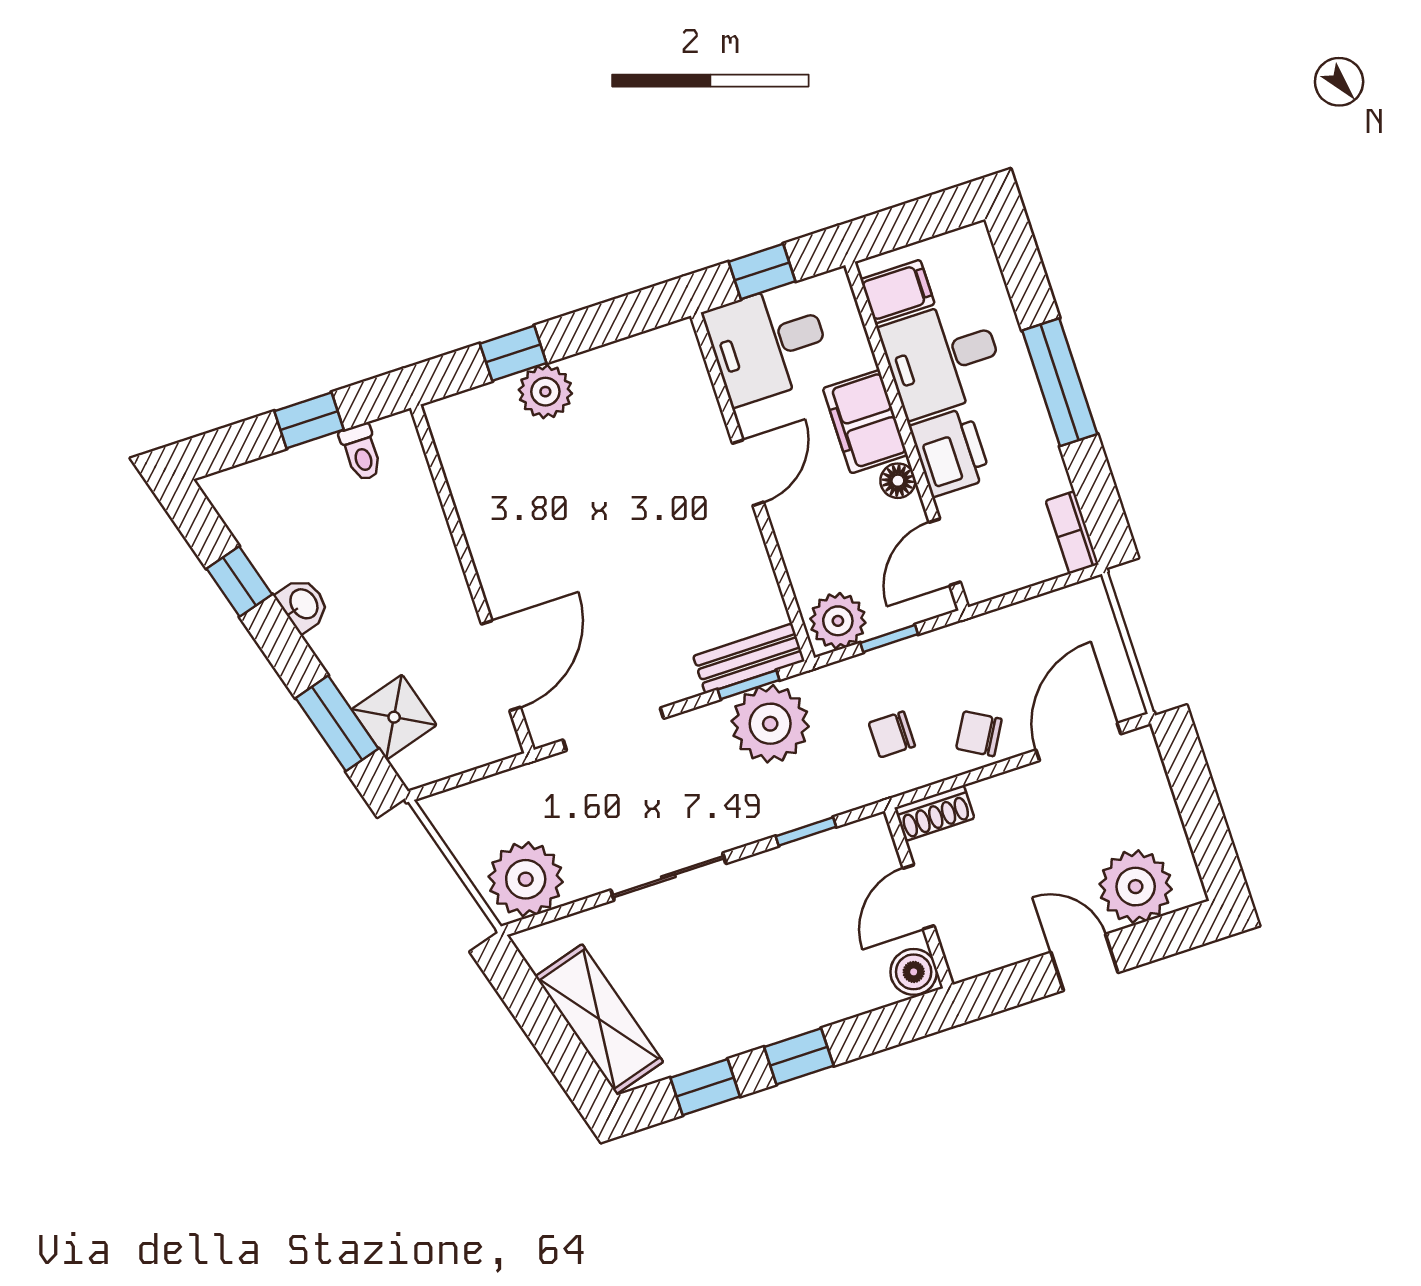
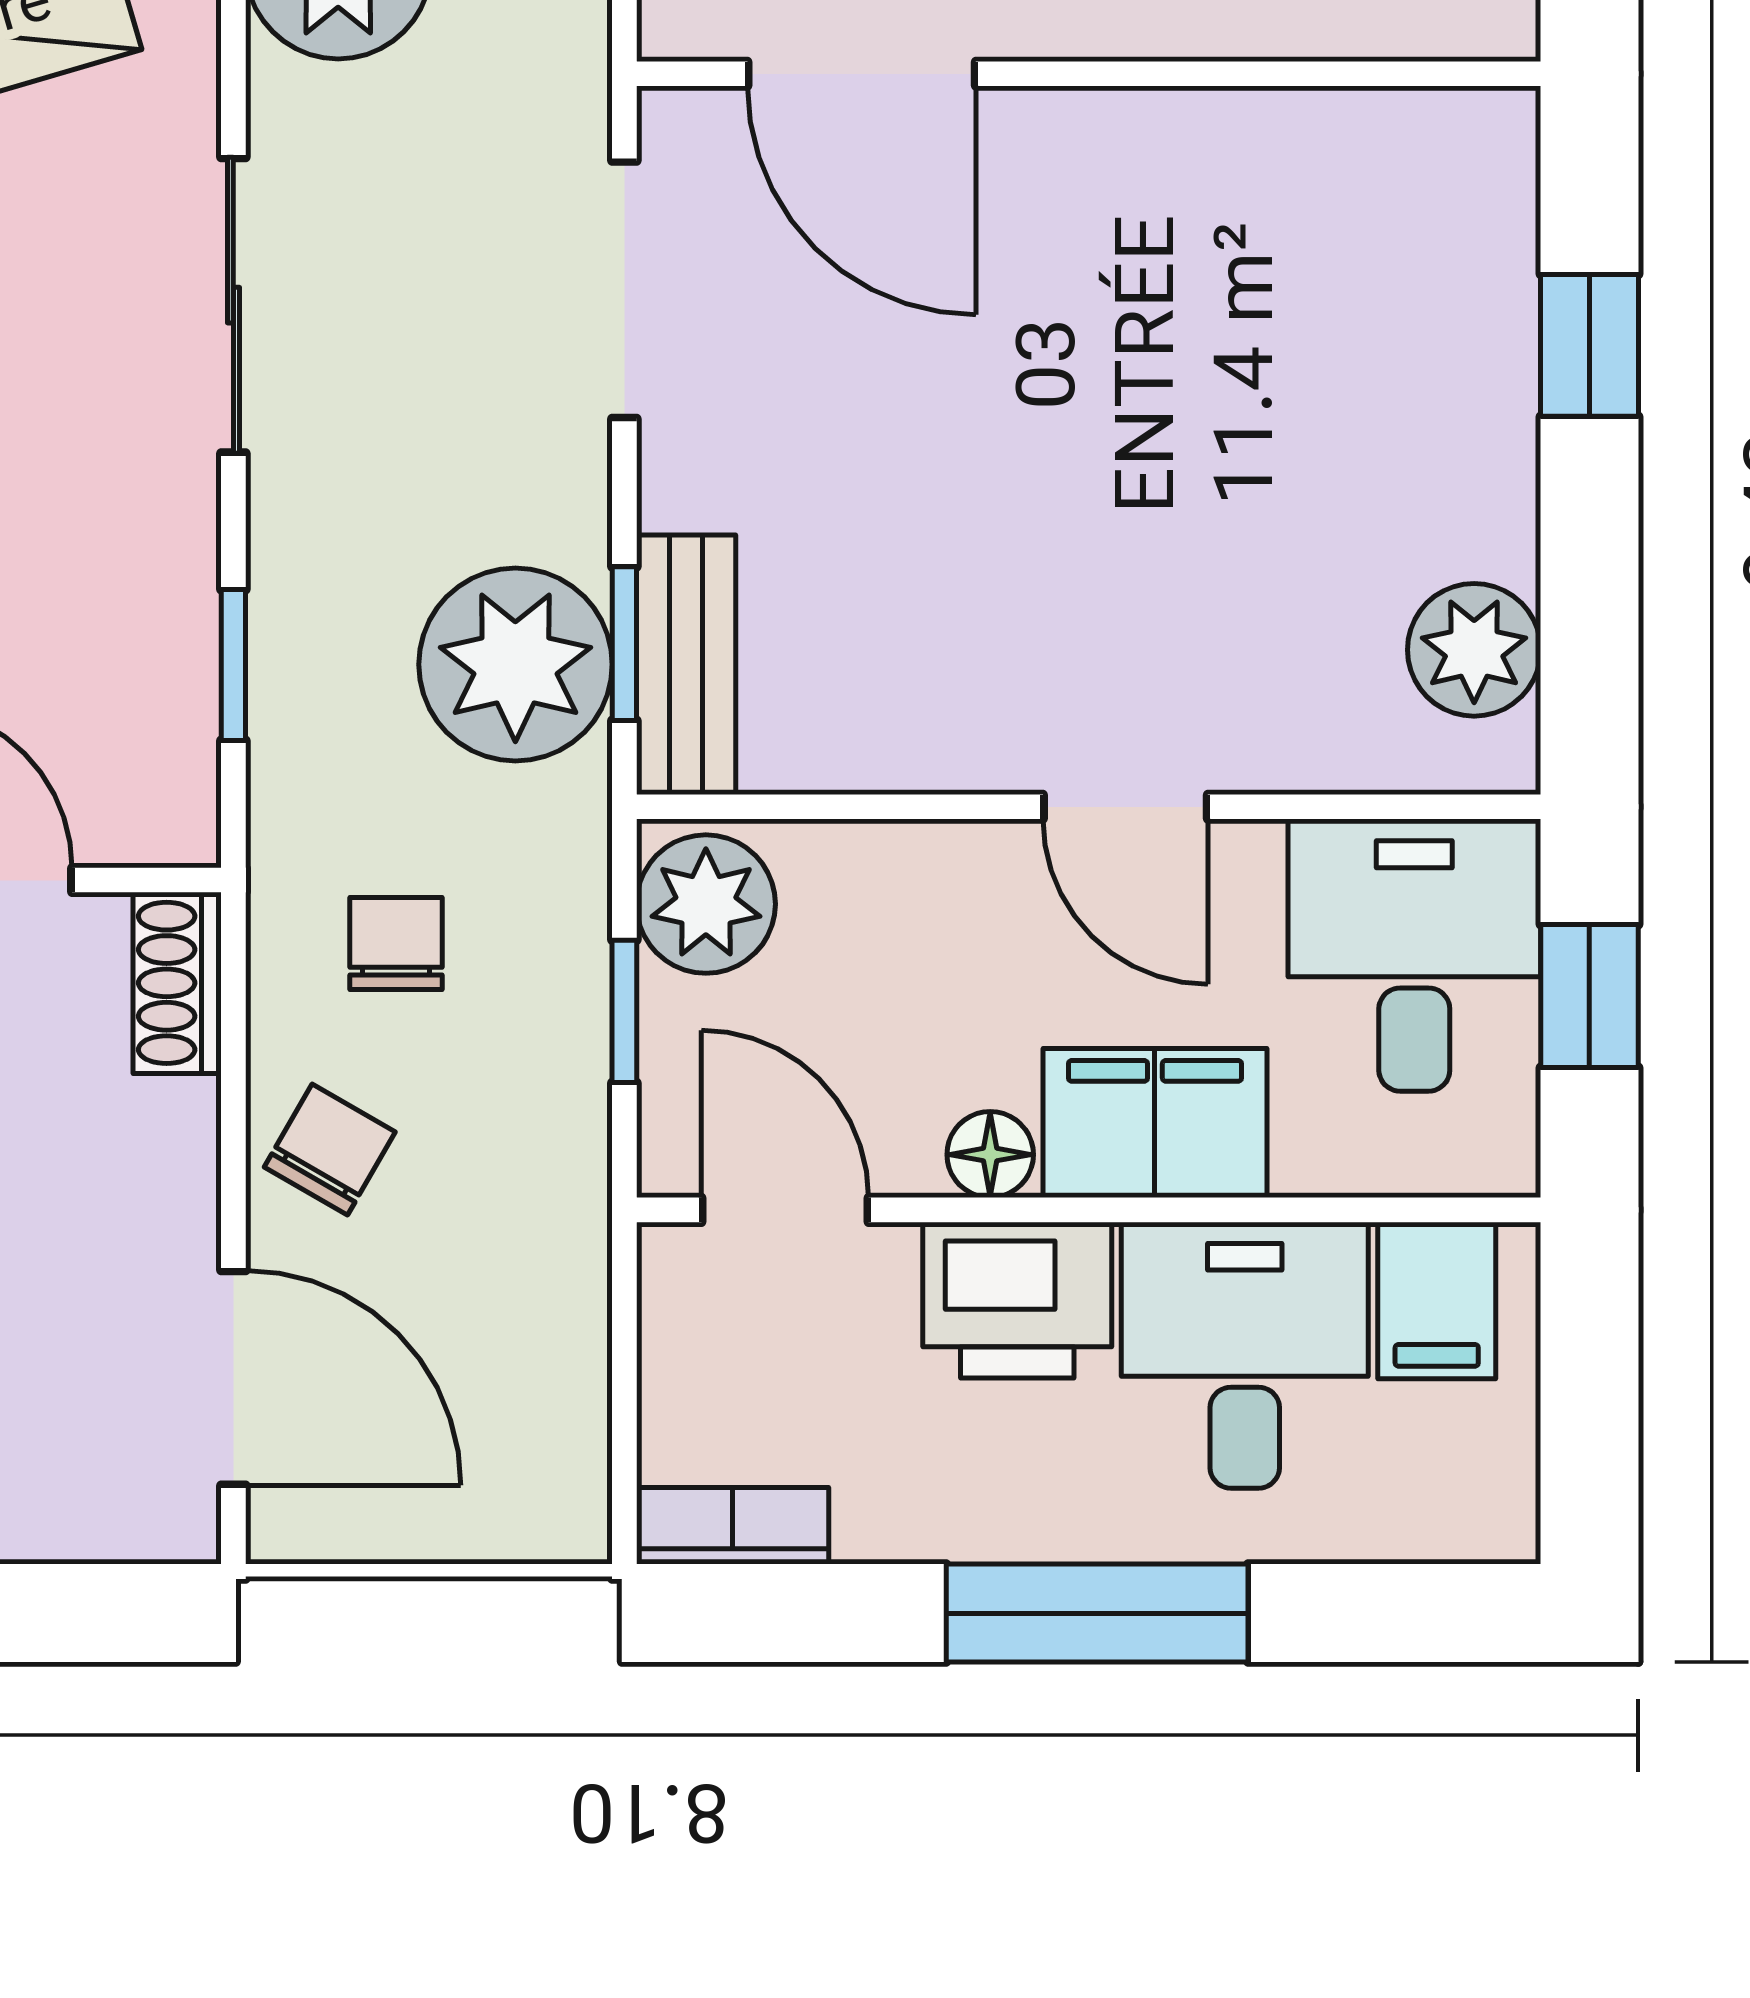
plant: (545, 392) -> (1474, 650), moved

